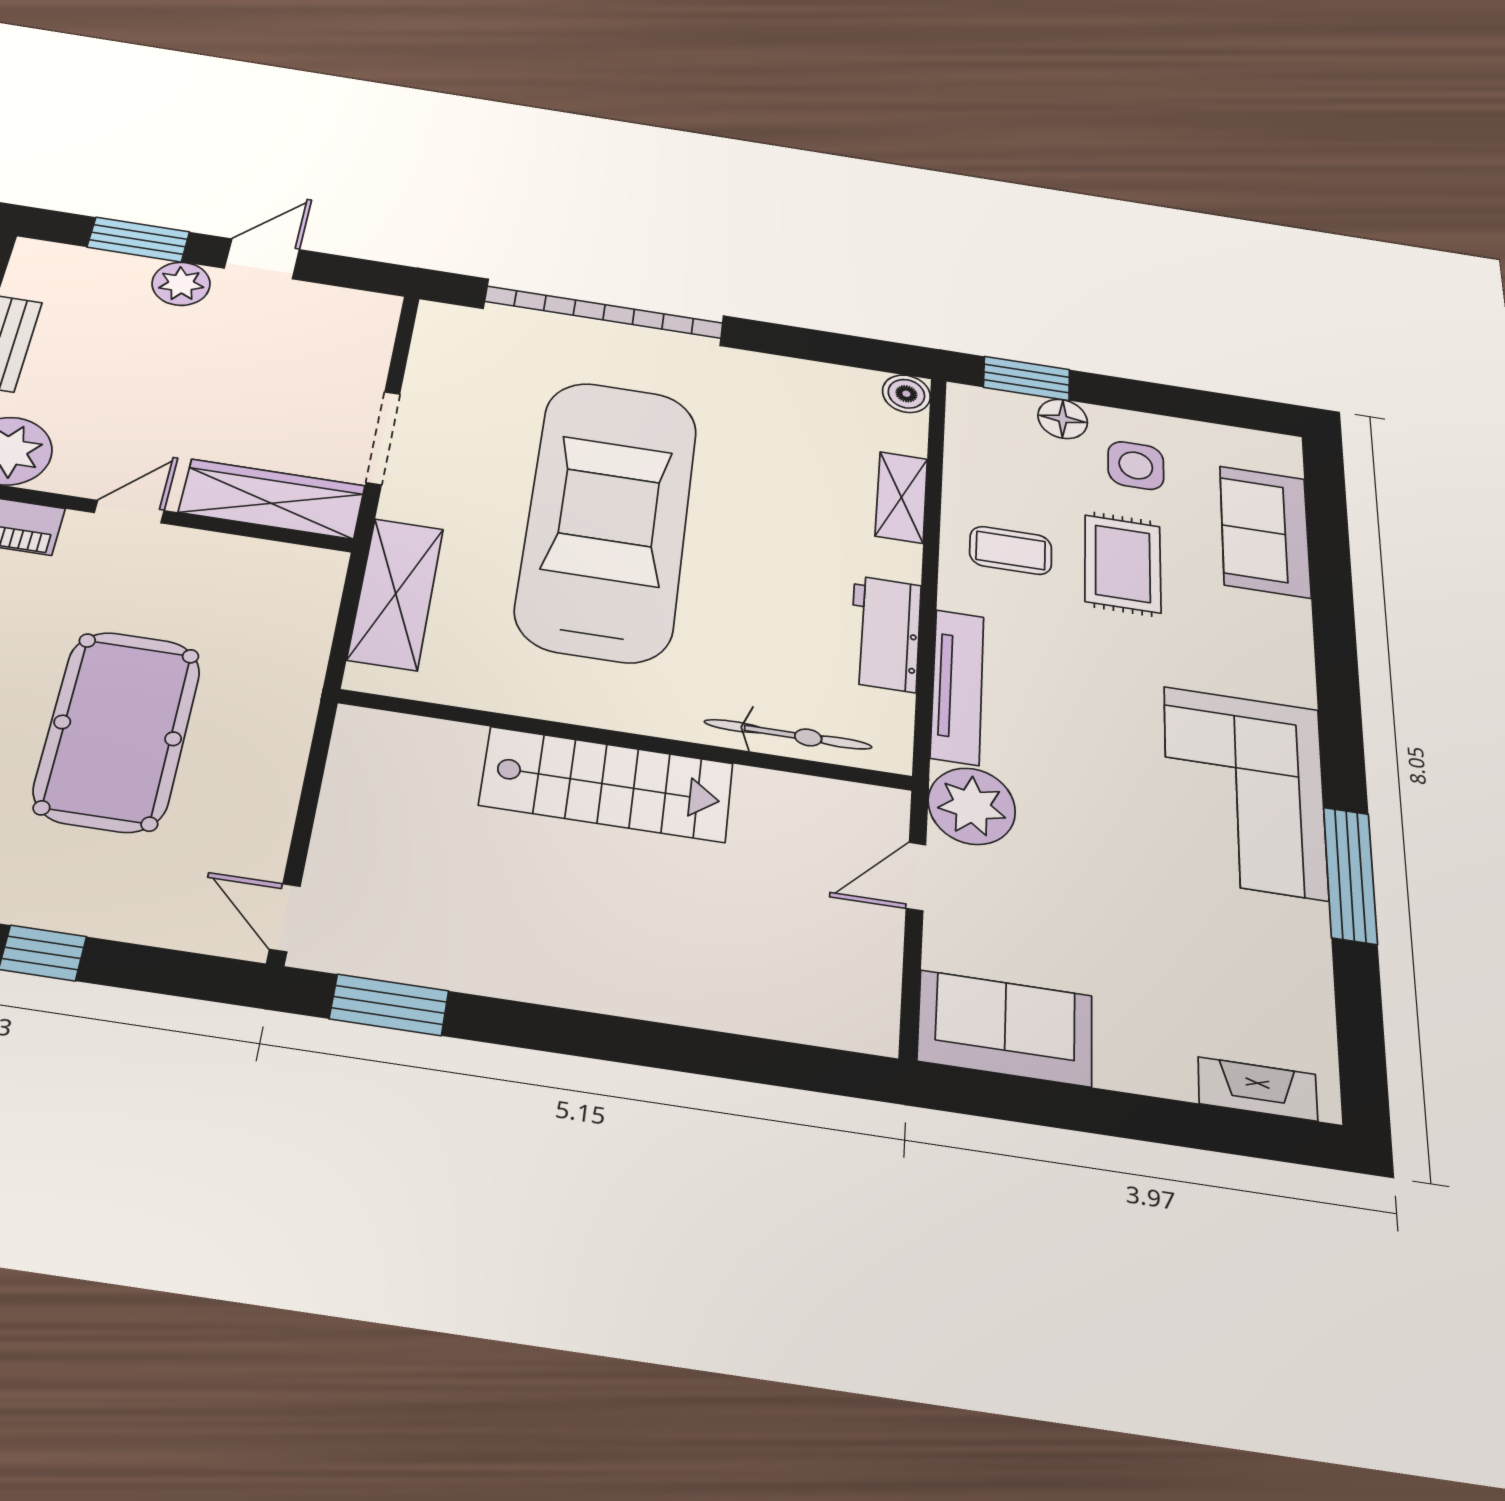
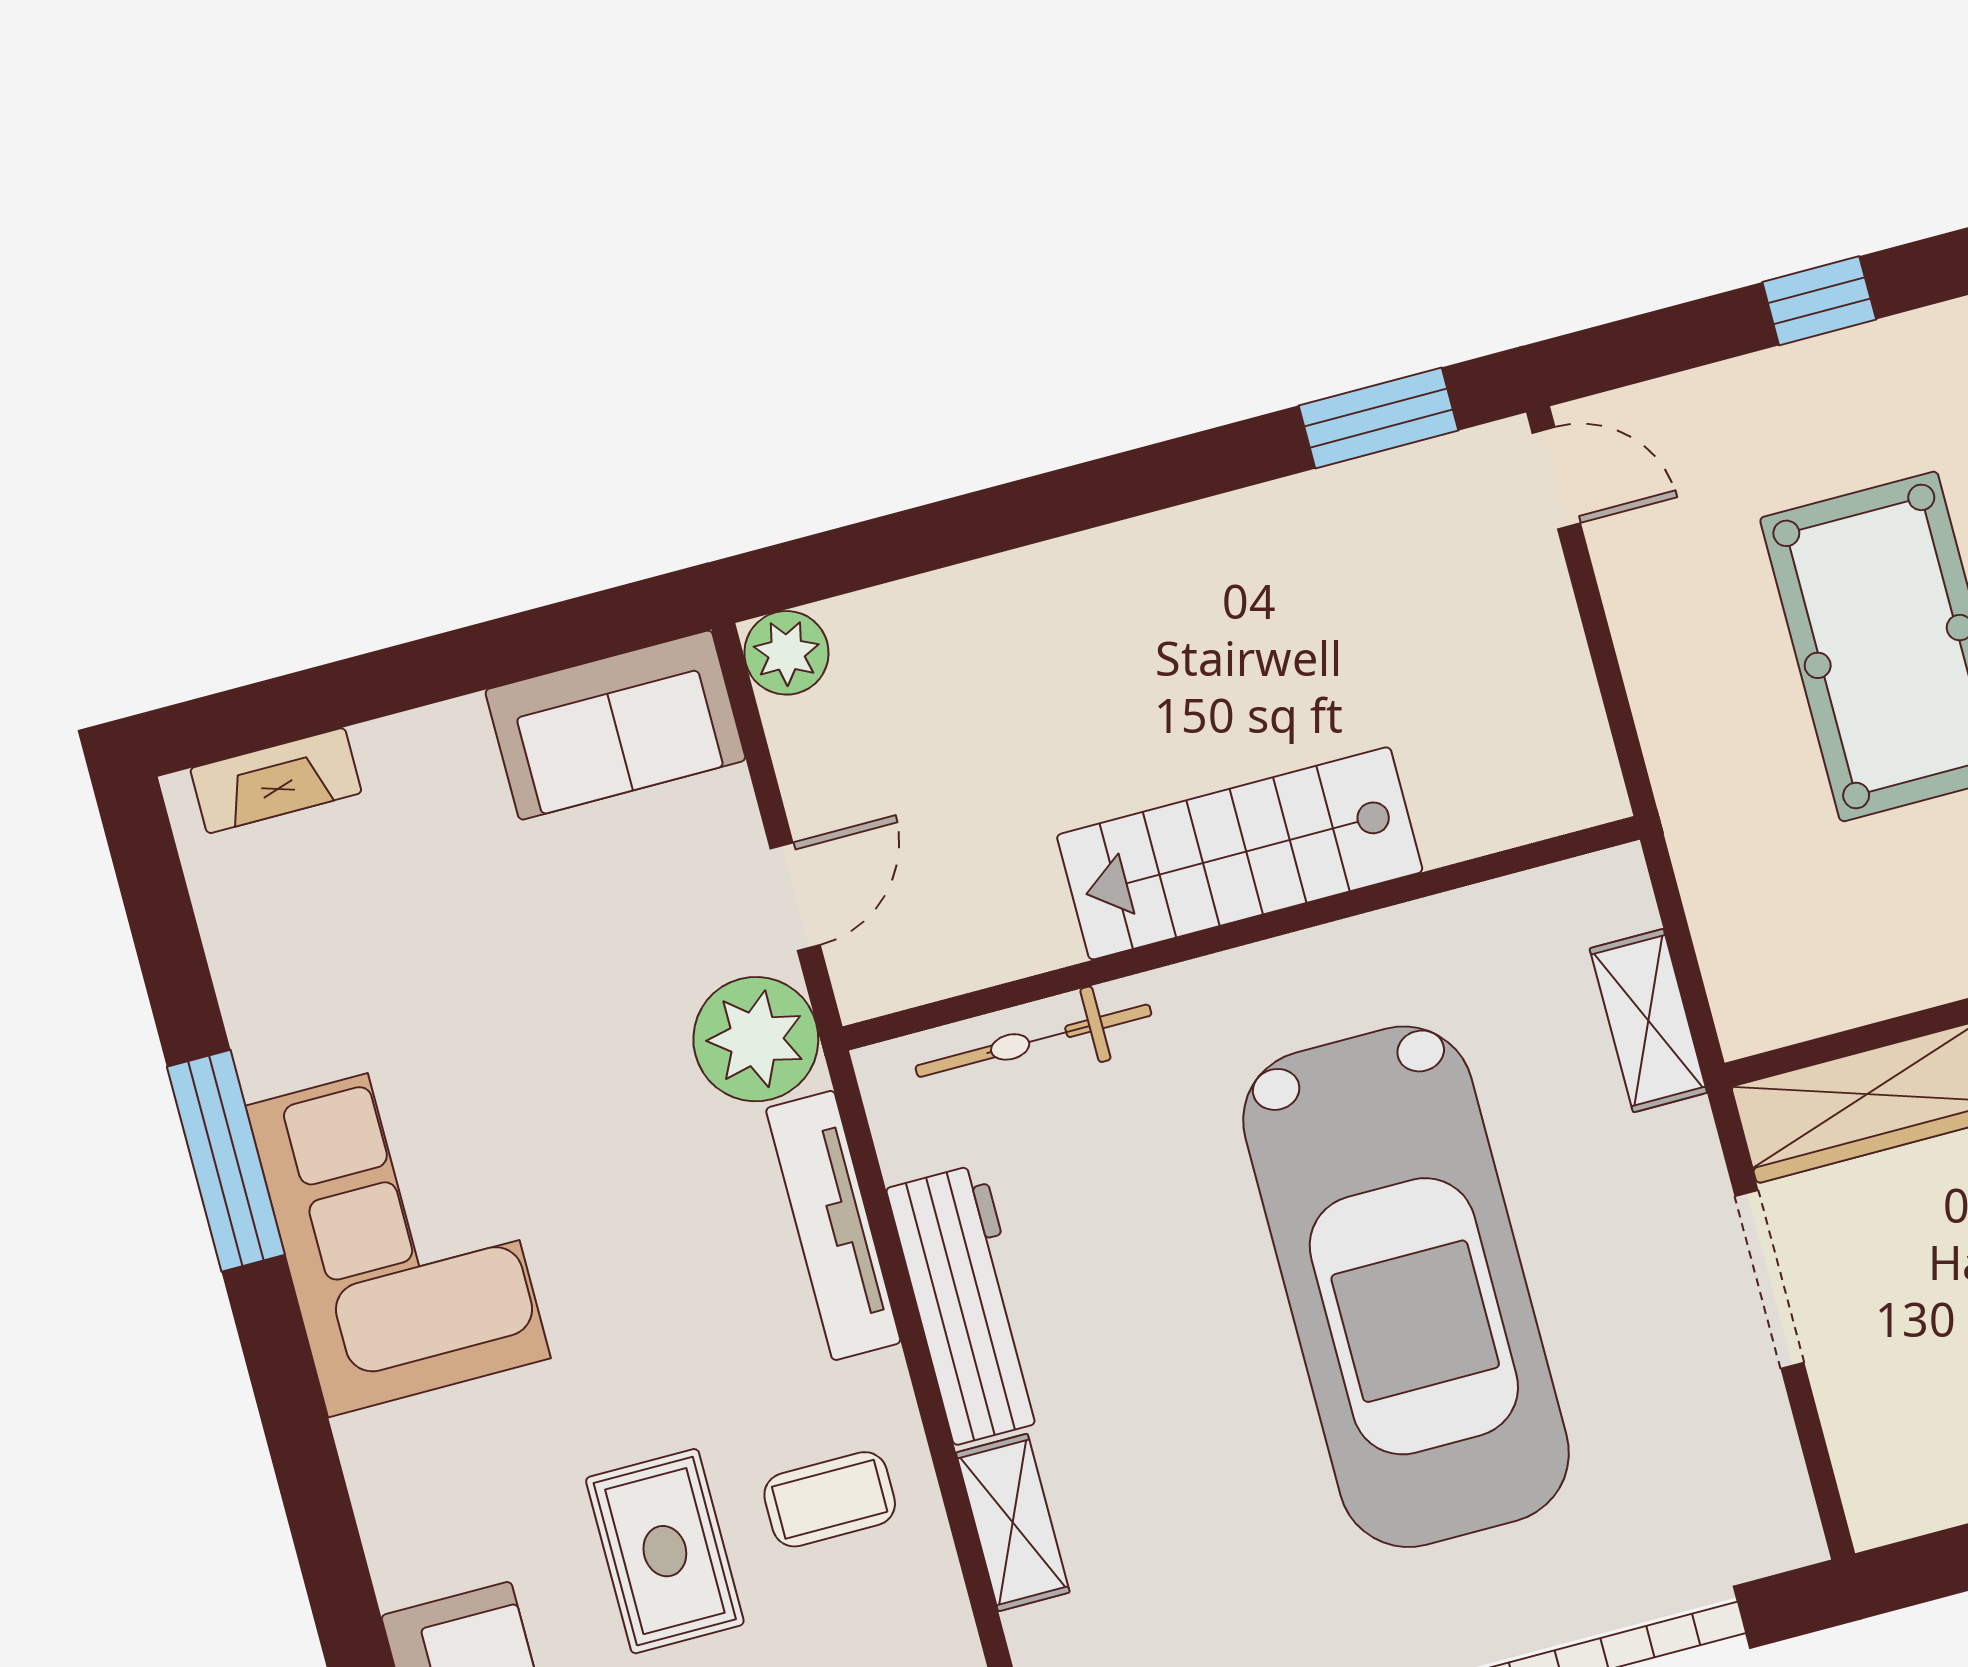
shelving: (396, 594) -> (1648, 1021), width x0.67, depth x0.75
workbench: (885, 633) -> (968, 1304), width x1.38
plant: (869, 1025) -> (786, 653), added

